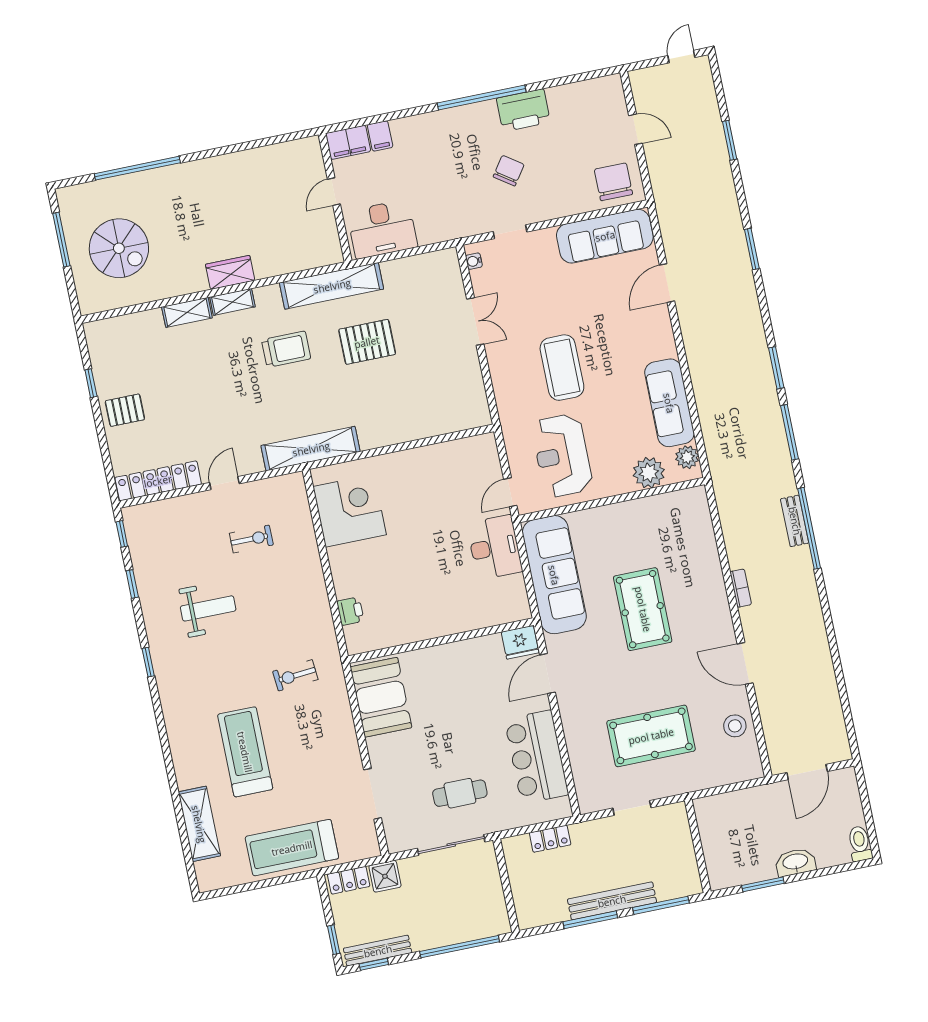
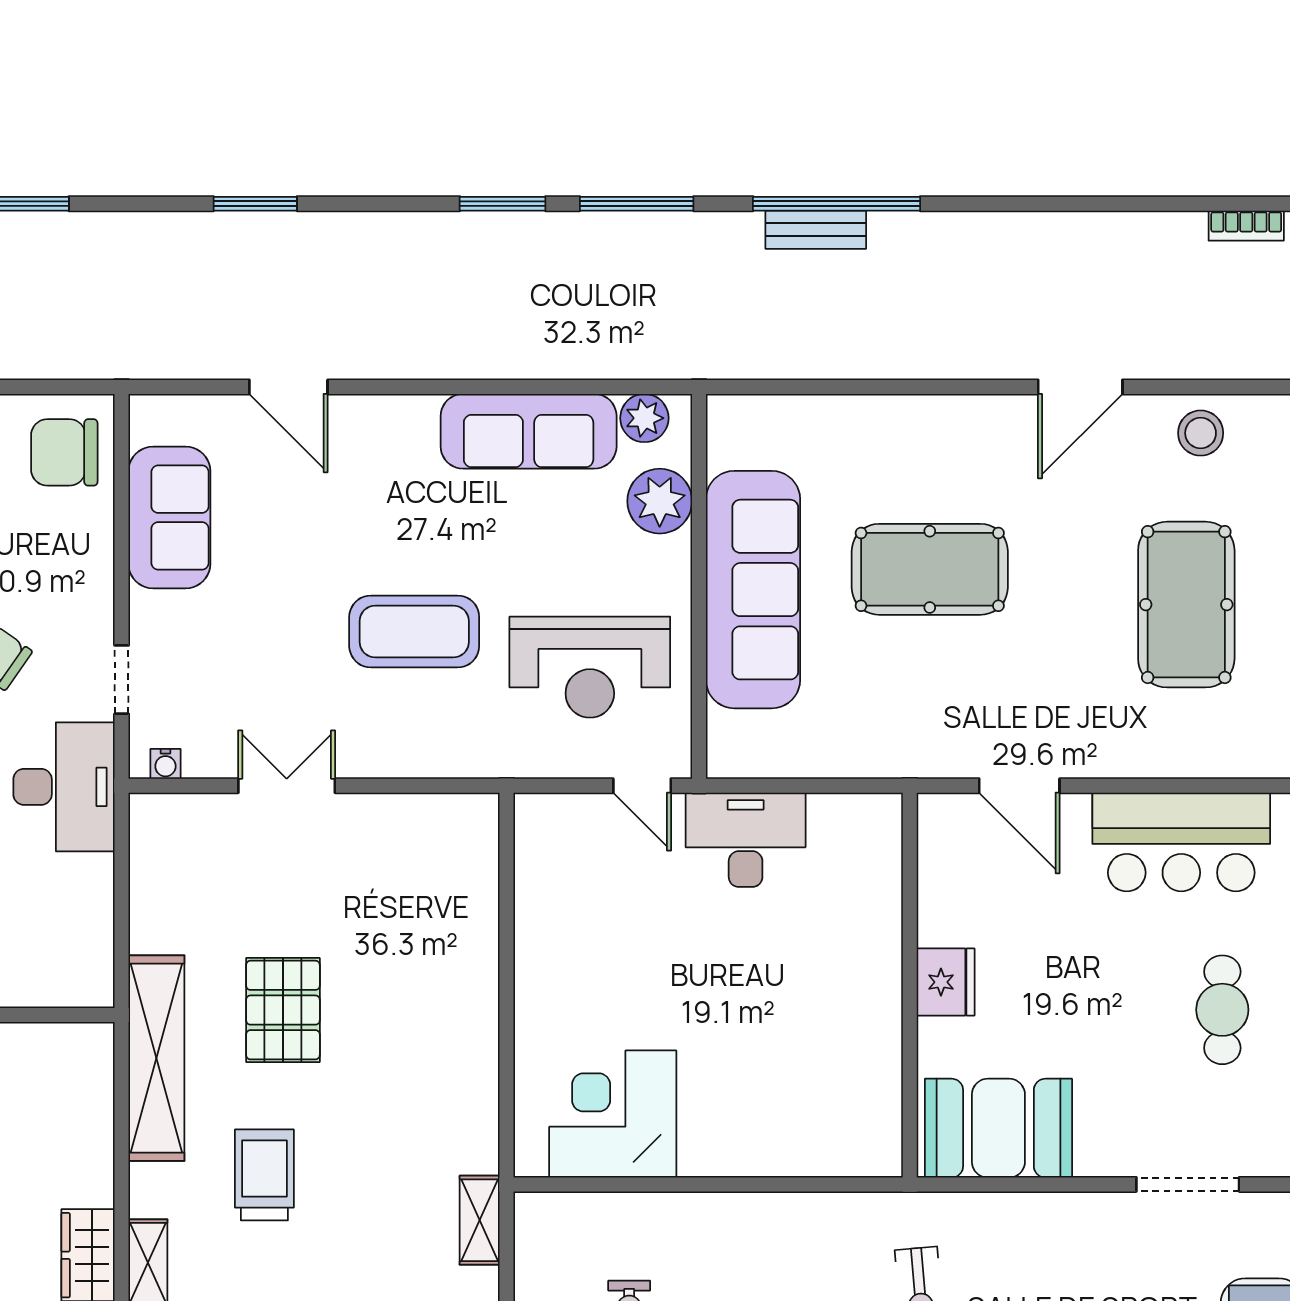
desk: (382, 229) -> (64, 787), moved
sofa: (605, 236) -> (169, 517), width x0.73
shelving: (311, 449) -> (480, 1220), width x0.45, depth x0.75
sofa: (554, 575) -> (753, 590), moved, turned 90
bookcase: (741, 588) -> (1246, 226), moved, turned 180
printer: (350, 611) -> (814, 1154), removed
fridge: (520, 642) -> (946, 982), moved

